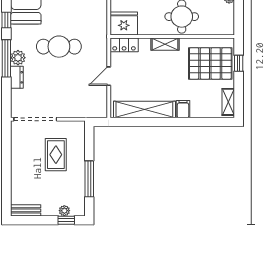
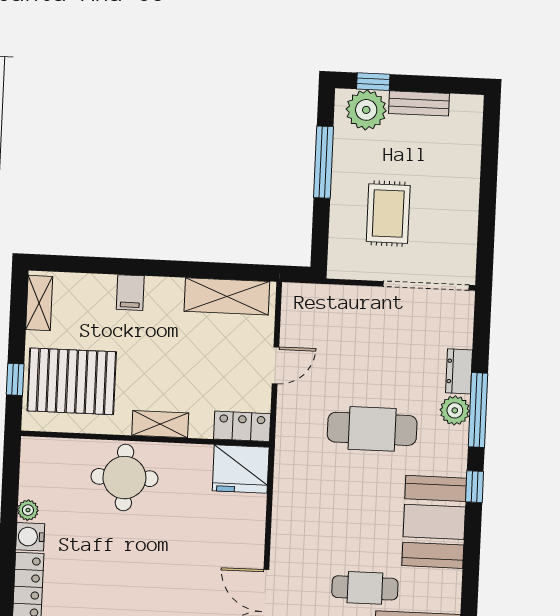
shelving: (144, 110) -> (227, 296), width x0.68
bench: (26, 210) -> (419, 103), moved
plant: (64, 211) -> (366, 110), width x1.88, depth x1.88

